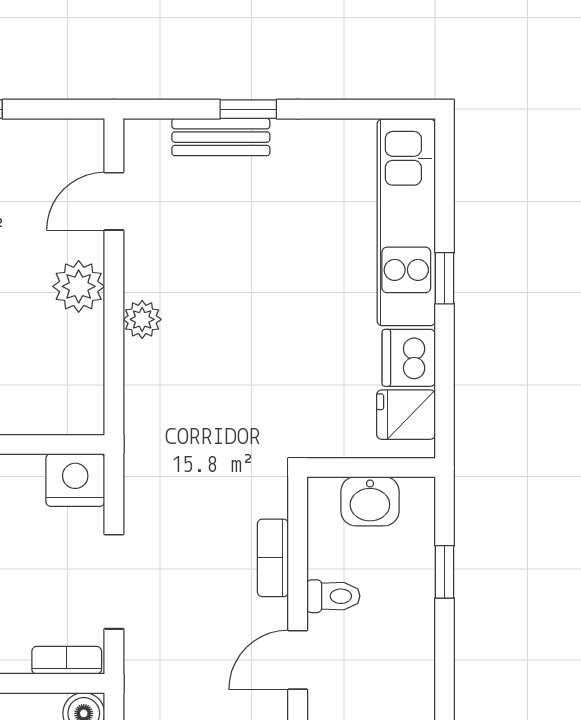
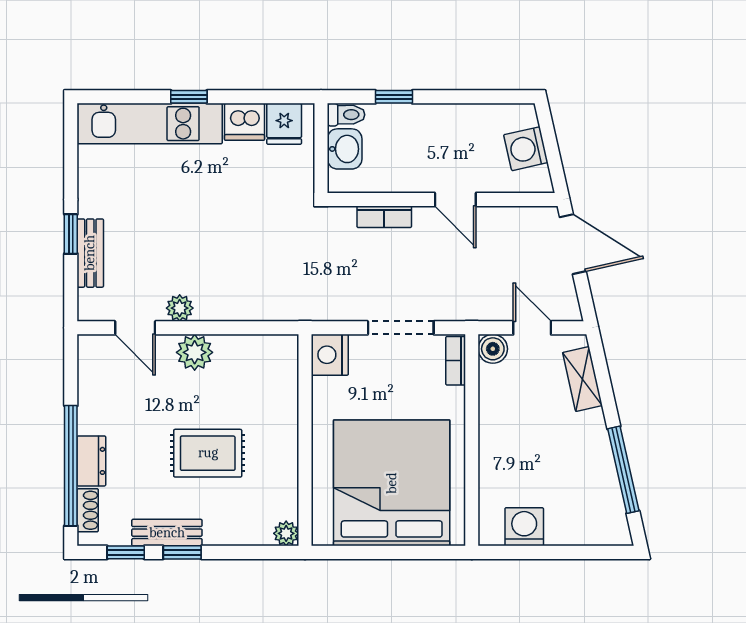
plant: (142, 319) -> (180, 308), moved
toilet: (333, 596) -> (346, 115), moved, turned 90

